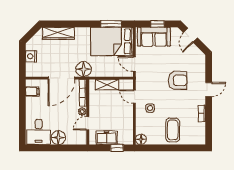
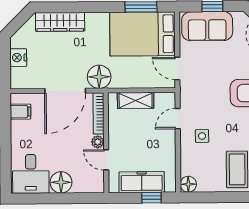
door: (134, 97) -> (178, 119), hinge flipped
door: (88, 123) -> (106, 160), hinge flipped
freezer: (107, 138) -> (142, 182), width x1.40

